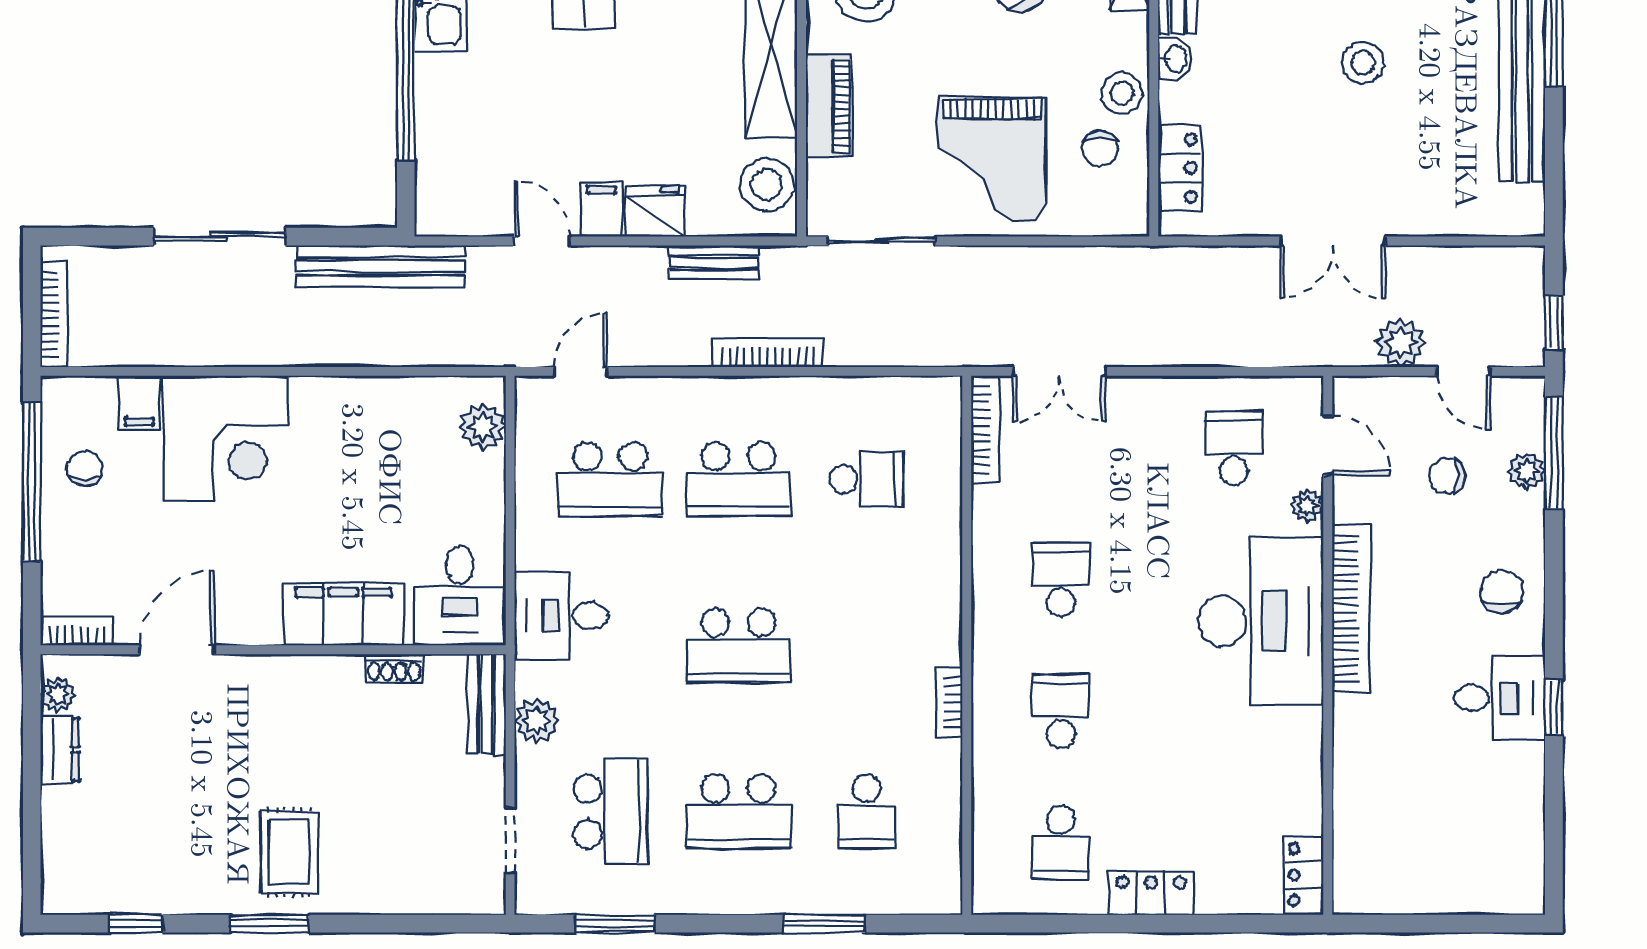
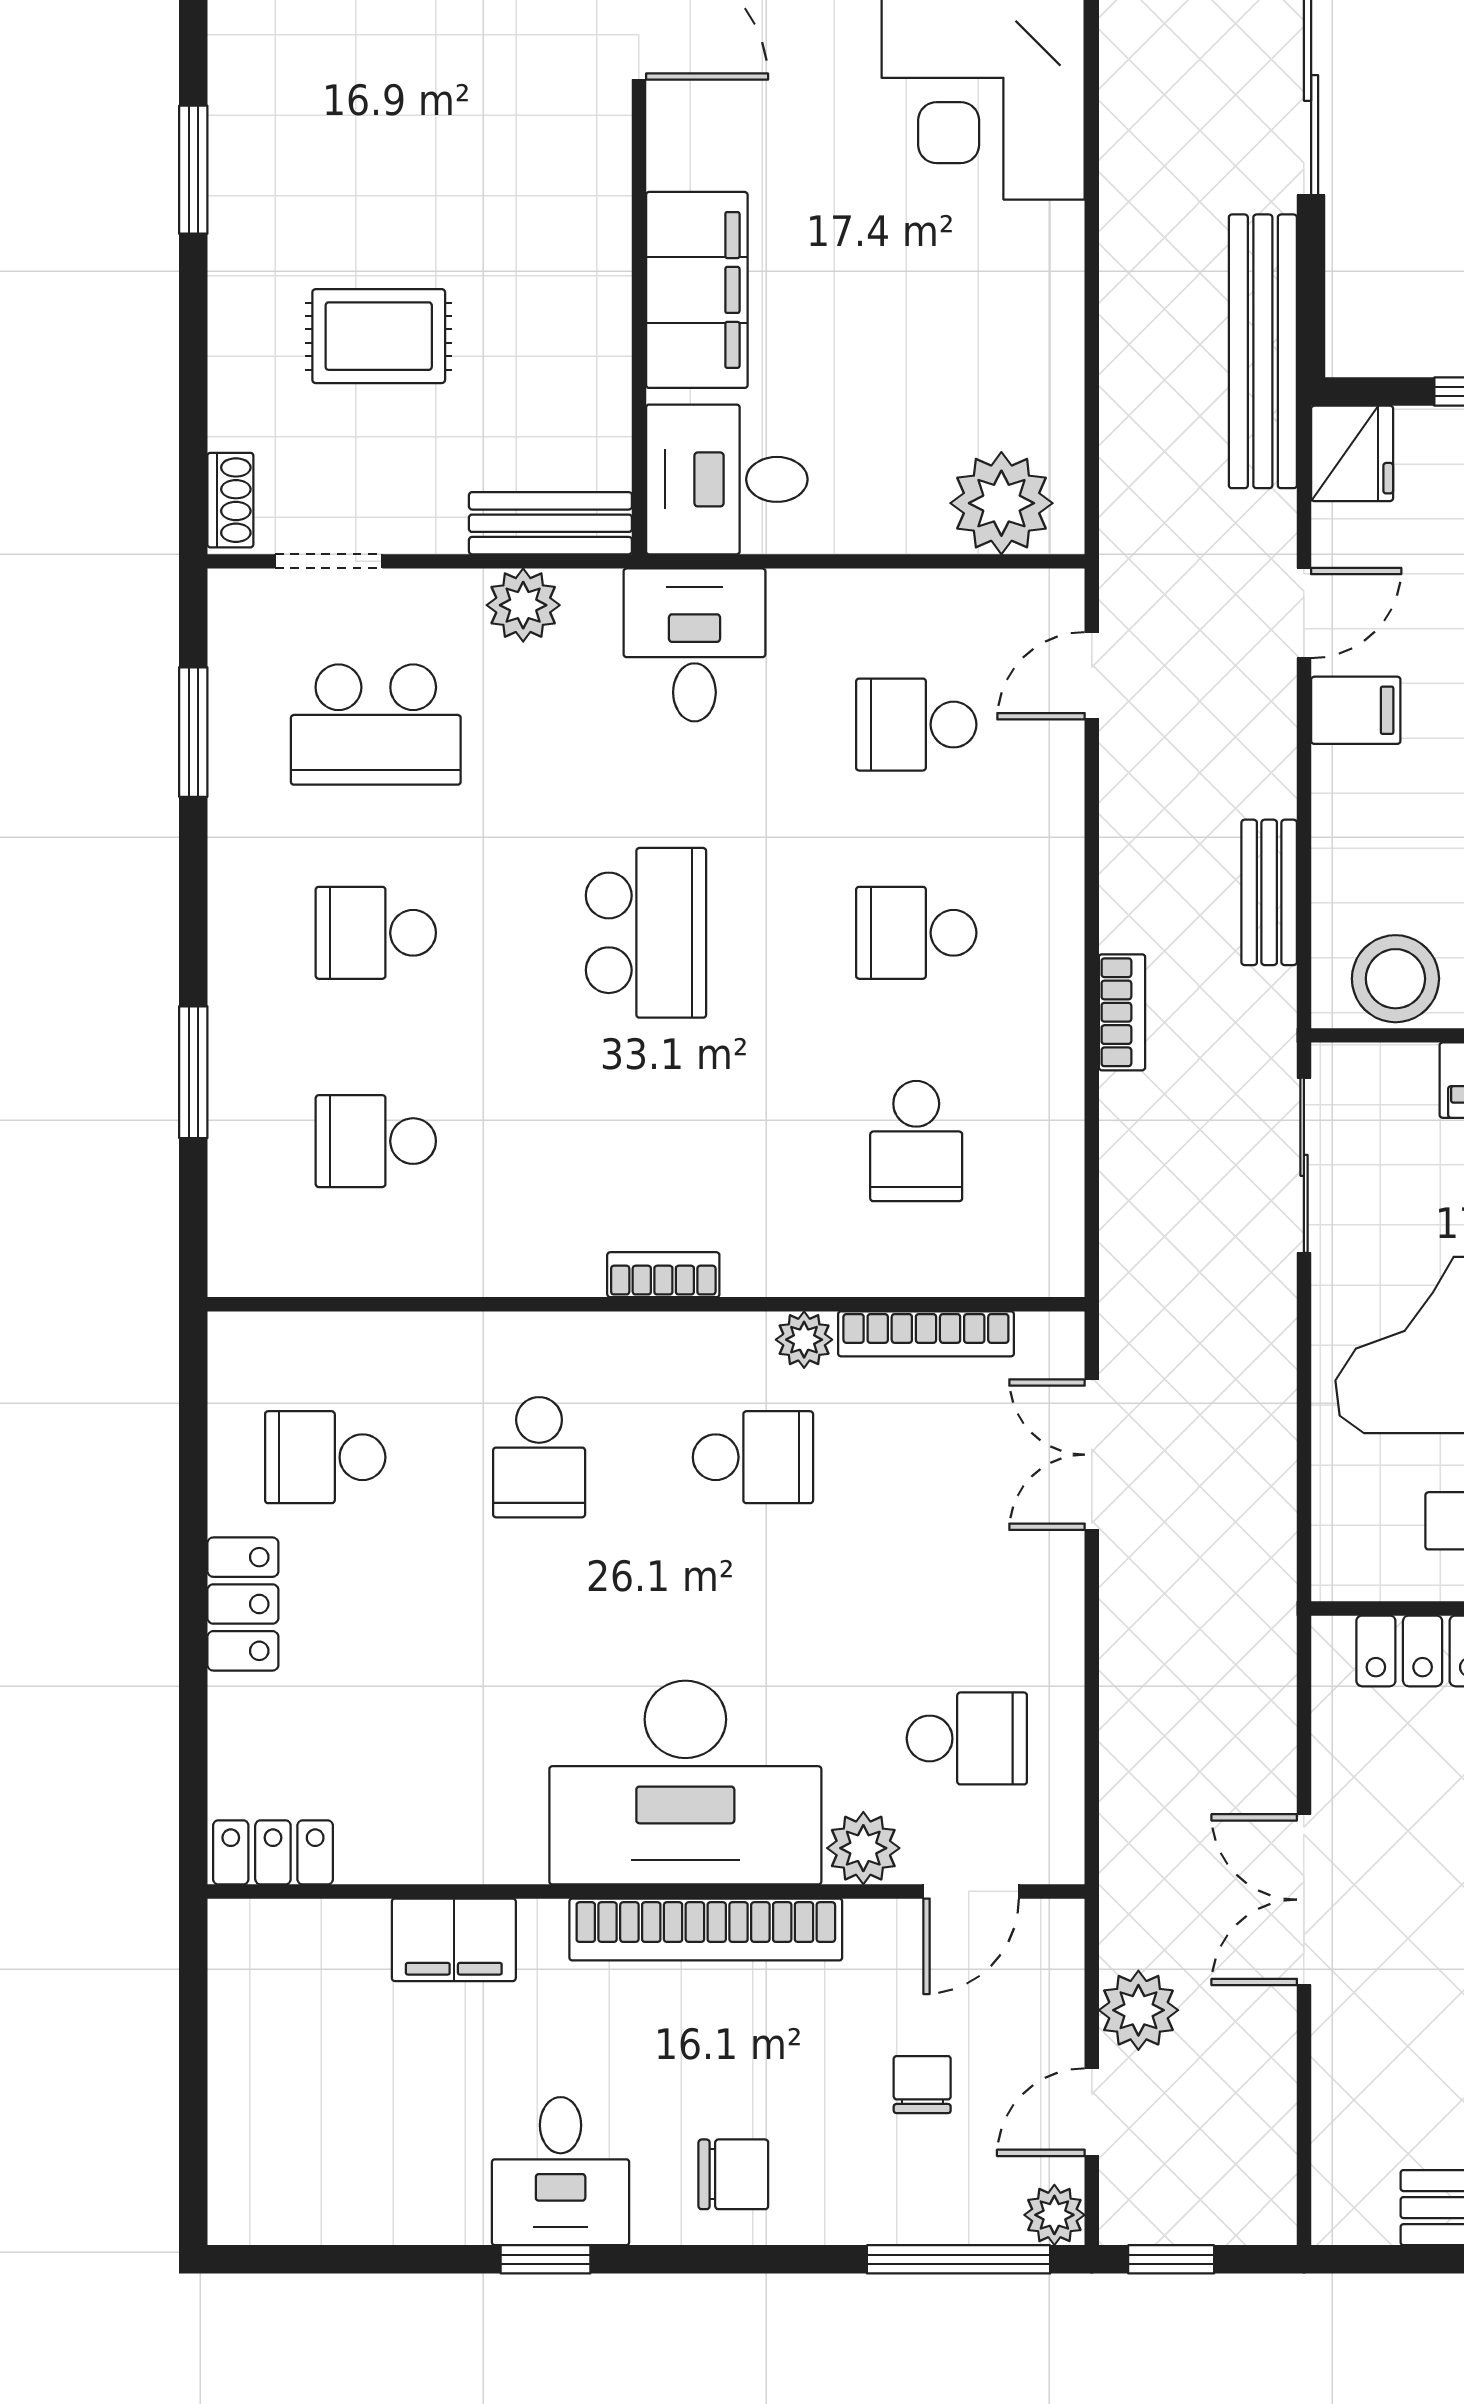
fridge: (655, 211) -> (1352, 453), moved
bookcase: (767, 353) -> (1122, 1012), width x0.64
door: (580, 371) -> (1092, 676), swing flipped
plant: (483, 427) -> (1001, 503), width x1.36, depth x1.36
bookcase: (985, 430) -> (926, 1334), moved
plant: (1527, 471) -> (1054, 2215), moved
school desk: (610, 479) -> (916, 725), width x0.54
school desk: (738, 479) -> (916, 933), width x0.54
plant: (1307, 506) -> (863, 1848), width x1.38, depth x1.38
plant: (989, 548) -> (804, 1340), added
school desk: (738, 645) -> (646, 933), turned 180
shoe rack: (394, 668) -> (230, 500), moved, turned 180
bookcase: (949, 702) -> (663, 1275), moved
school desk: (1061, 711) -> (539, 1457), turned 90
filing cabinet: (1357, 763) -> (454, 1940), added
school desk: (738, 811) -> (376, 933), width x0.54
rug: (289, 852) -> (379, 336), moved

